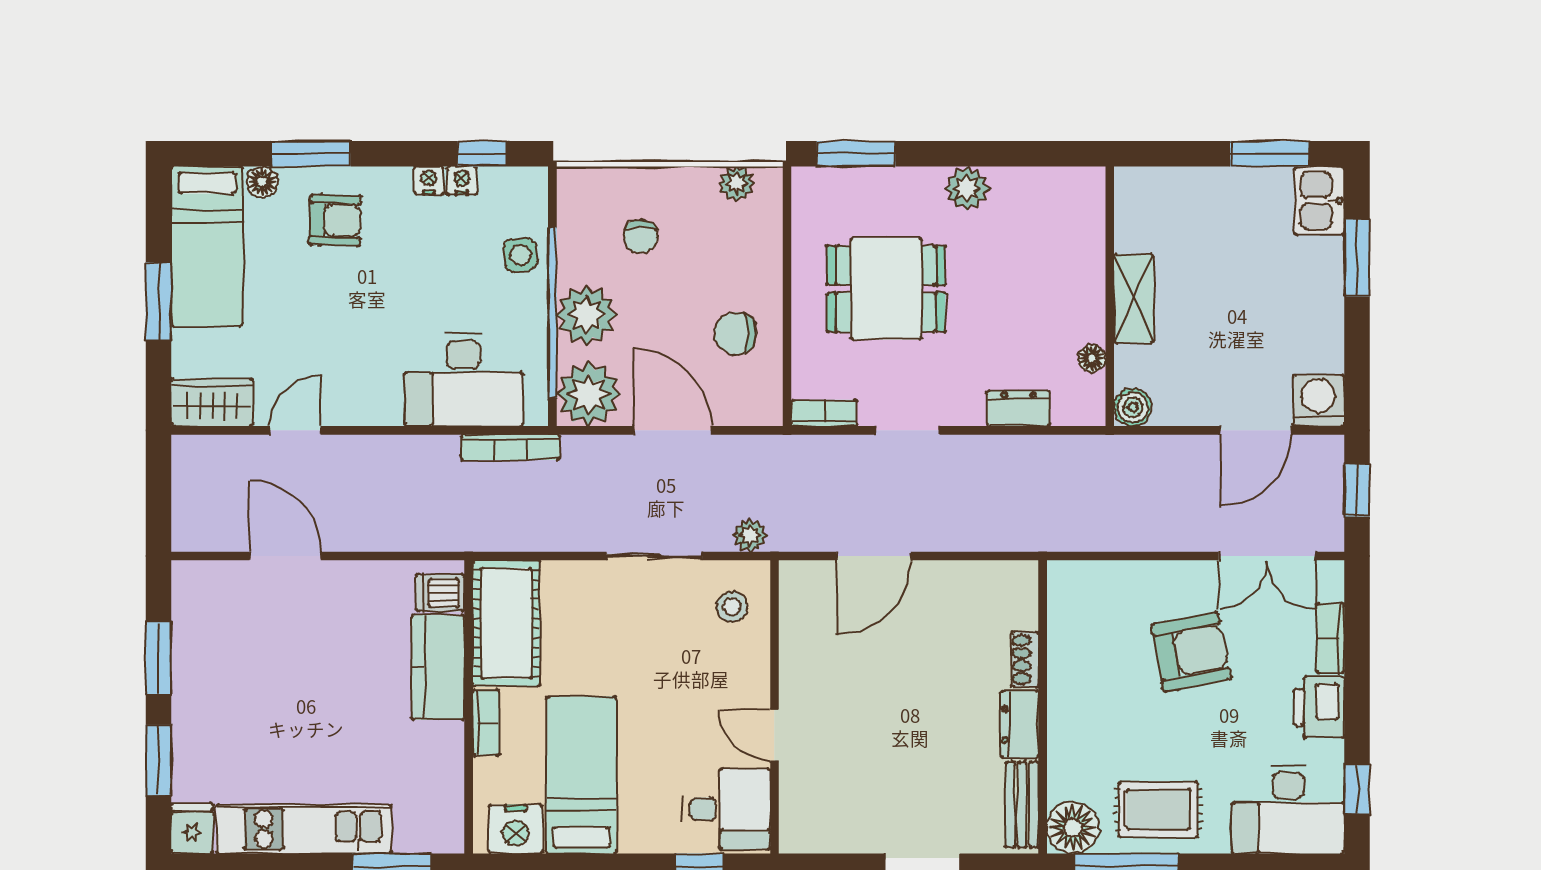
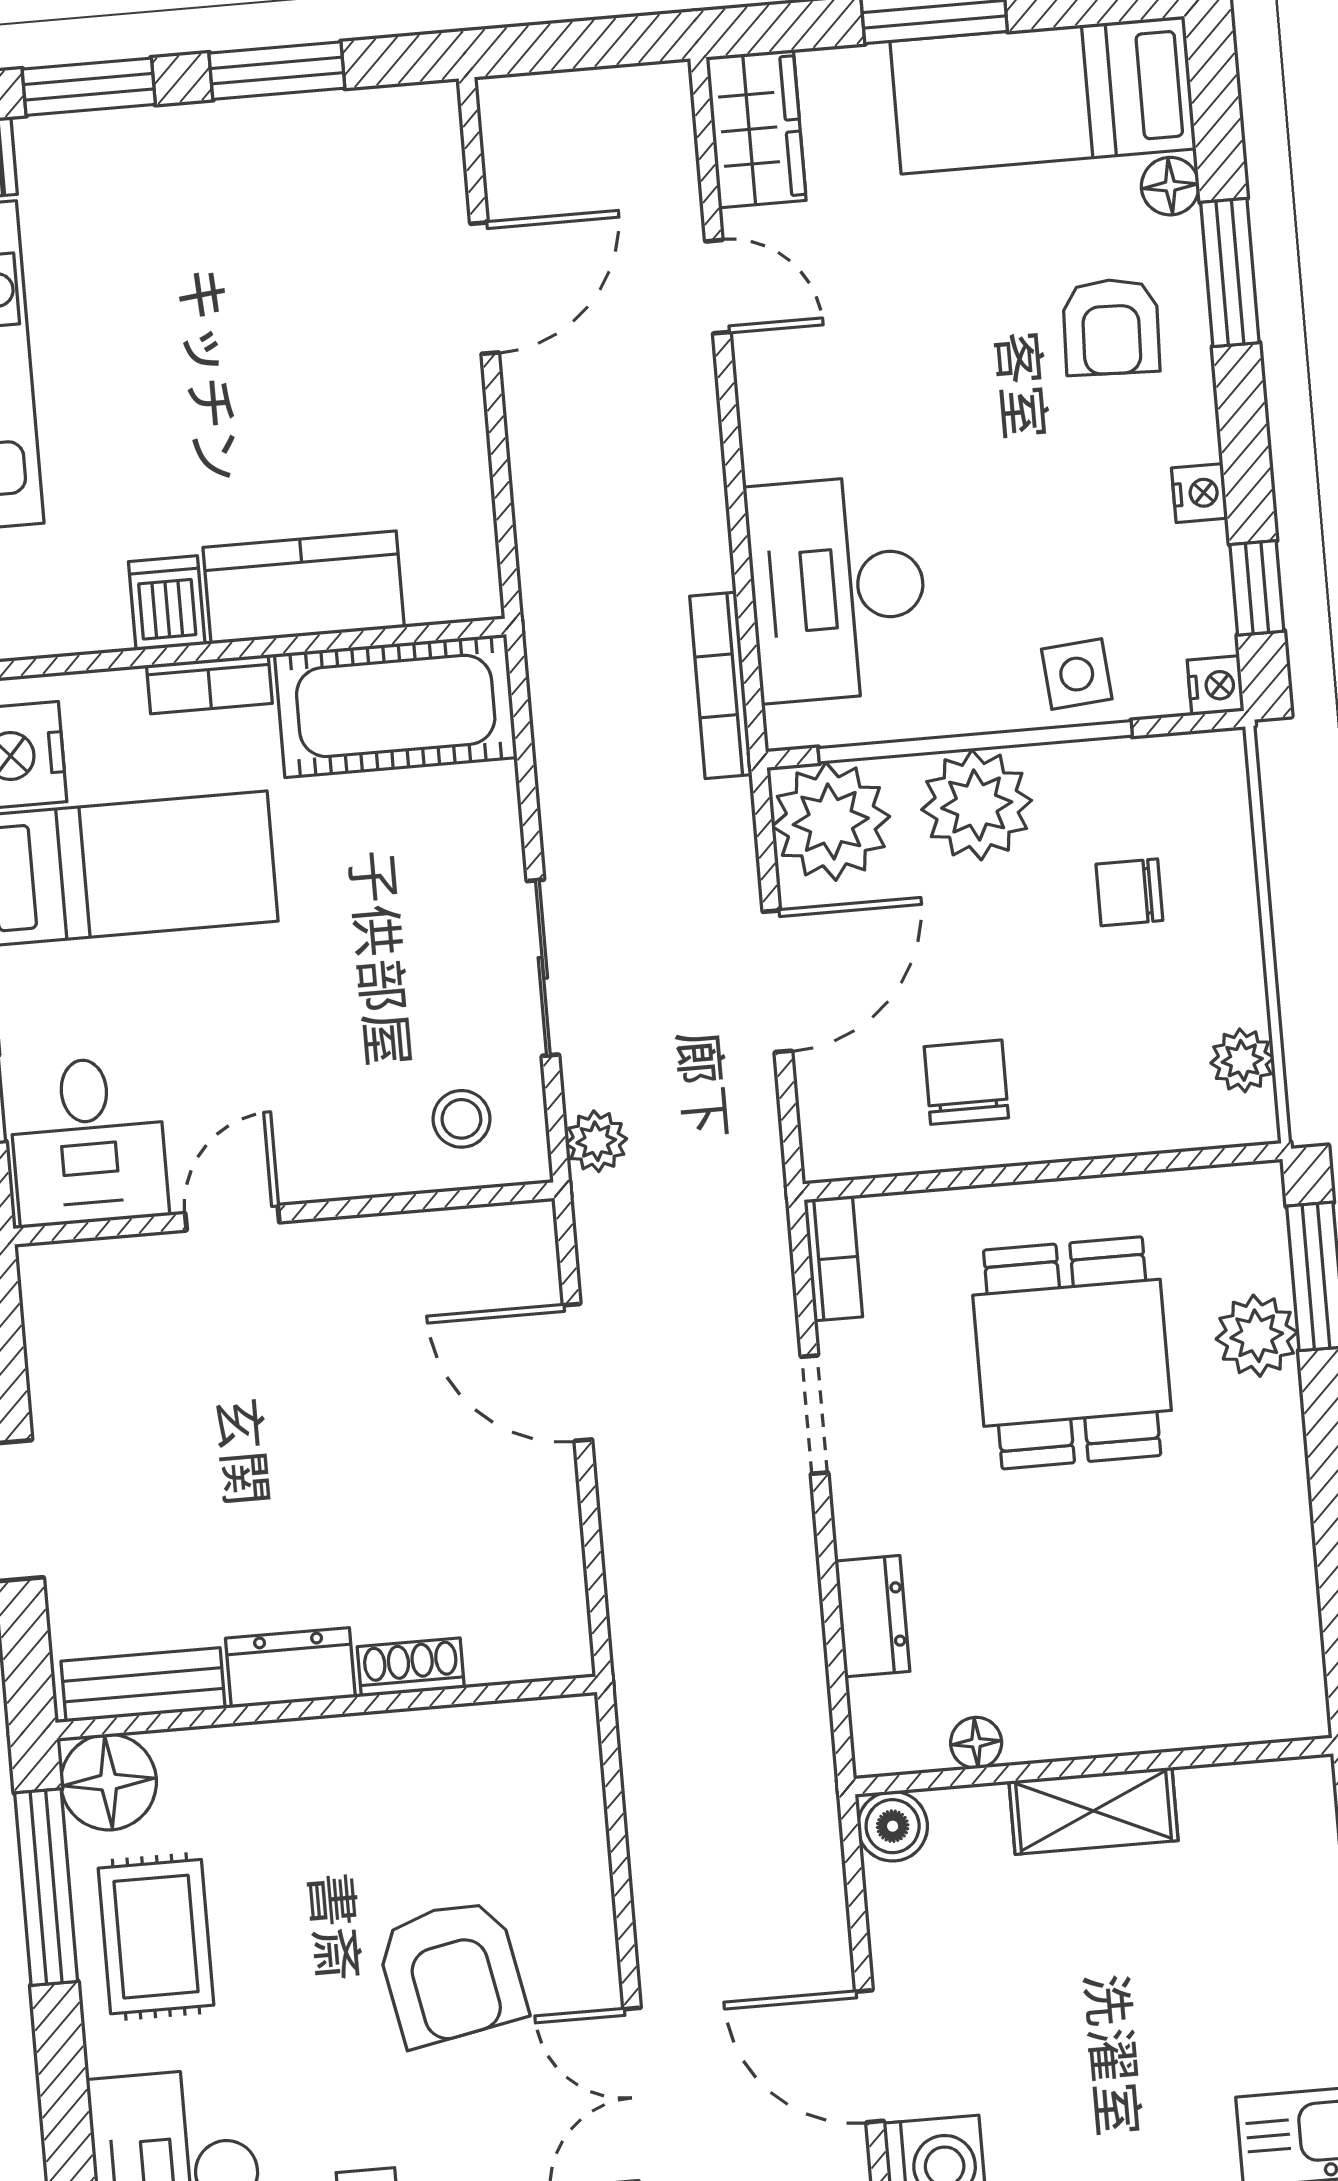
nightstand: (462, 181) -> (1216, 686), moved
plant: (967, 188) -> (1257, 1336), moved
dishwasher: (440, 593) -> (167, 603), moved

